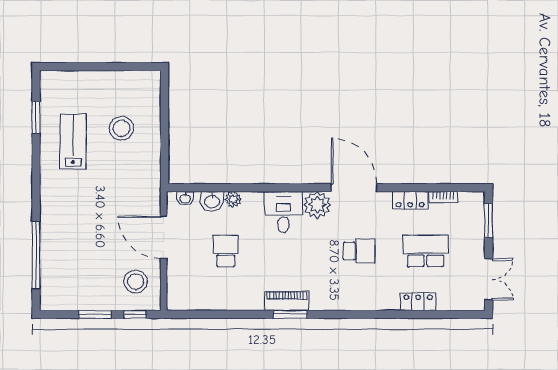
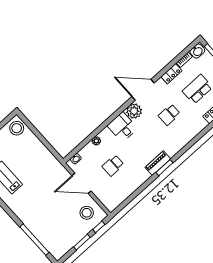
stool: (122, 128) -> (17, 128), moved
washbasin: (212, 201) -> (197, 51), moved
school desk: (226, 251) -> (113, 165), turned -90
school desk: (359, 251) -> (169, 115), turned 180

